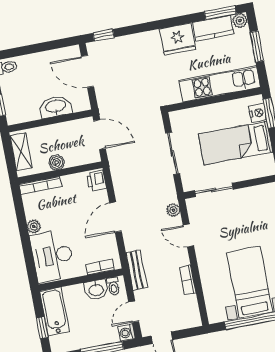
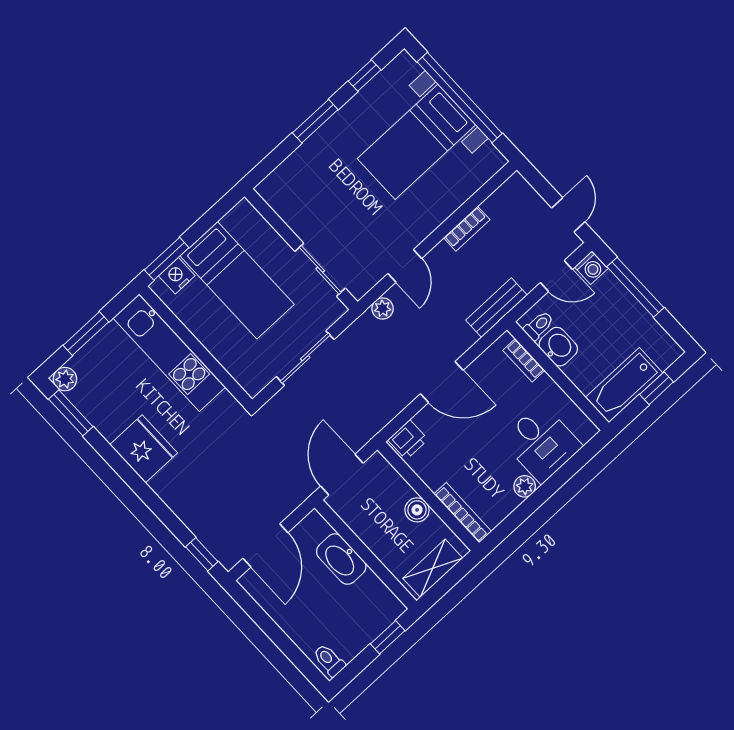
kitchen counter: (213, 28) -> (98, 410), removed
desk: (52, 256) -> (541, 443), width x0.73

